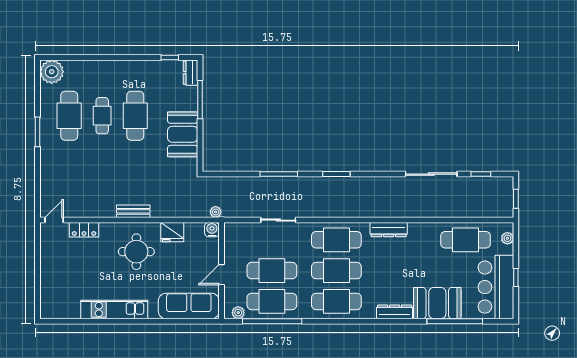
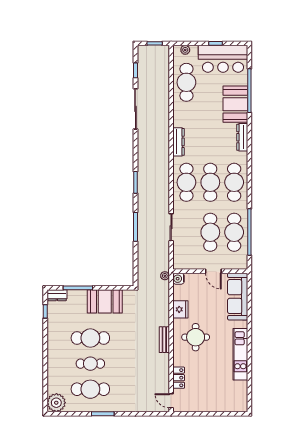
plant: (238, 313) -> (243, 258), removed

